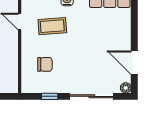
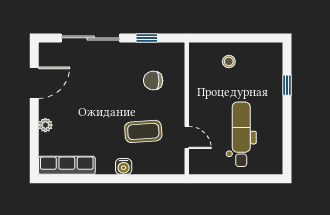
door: (134, 63) -> (34, 83), hinge flipped
plant: (126, 88) -> (45, 125), moved

